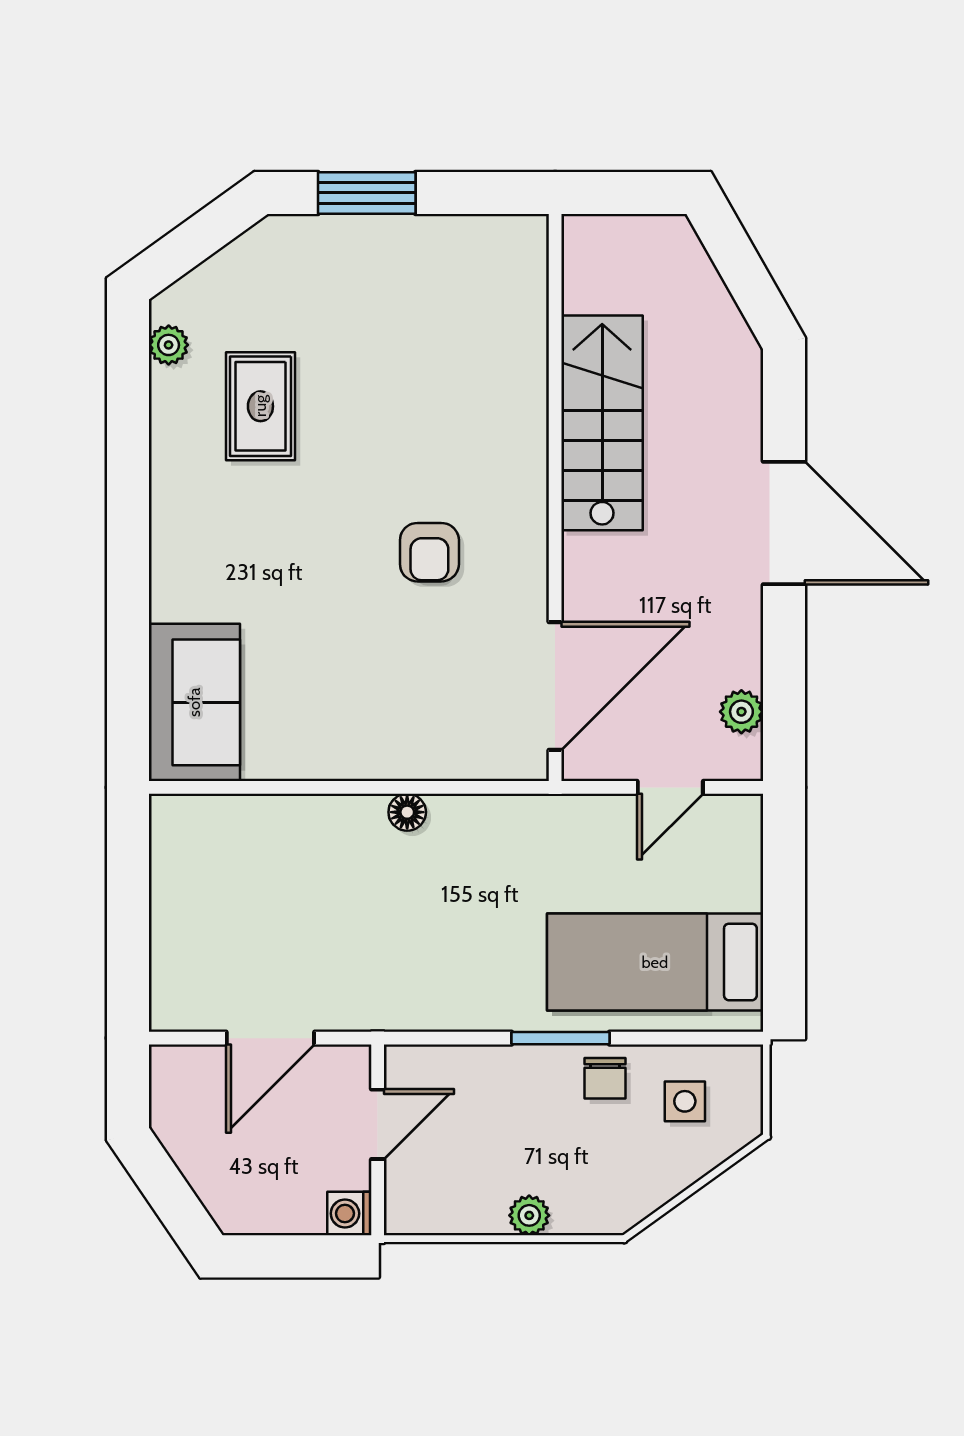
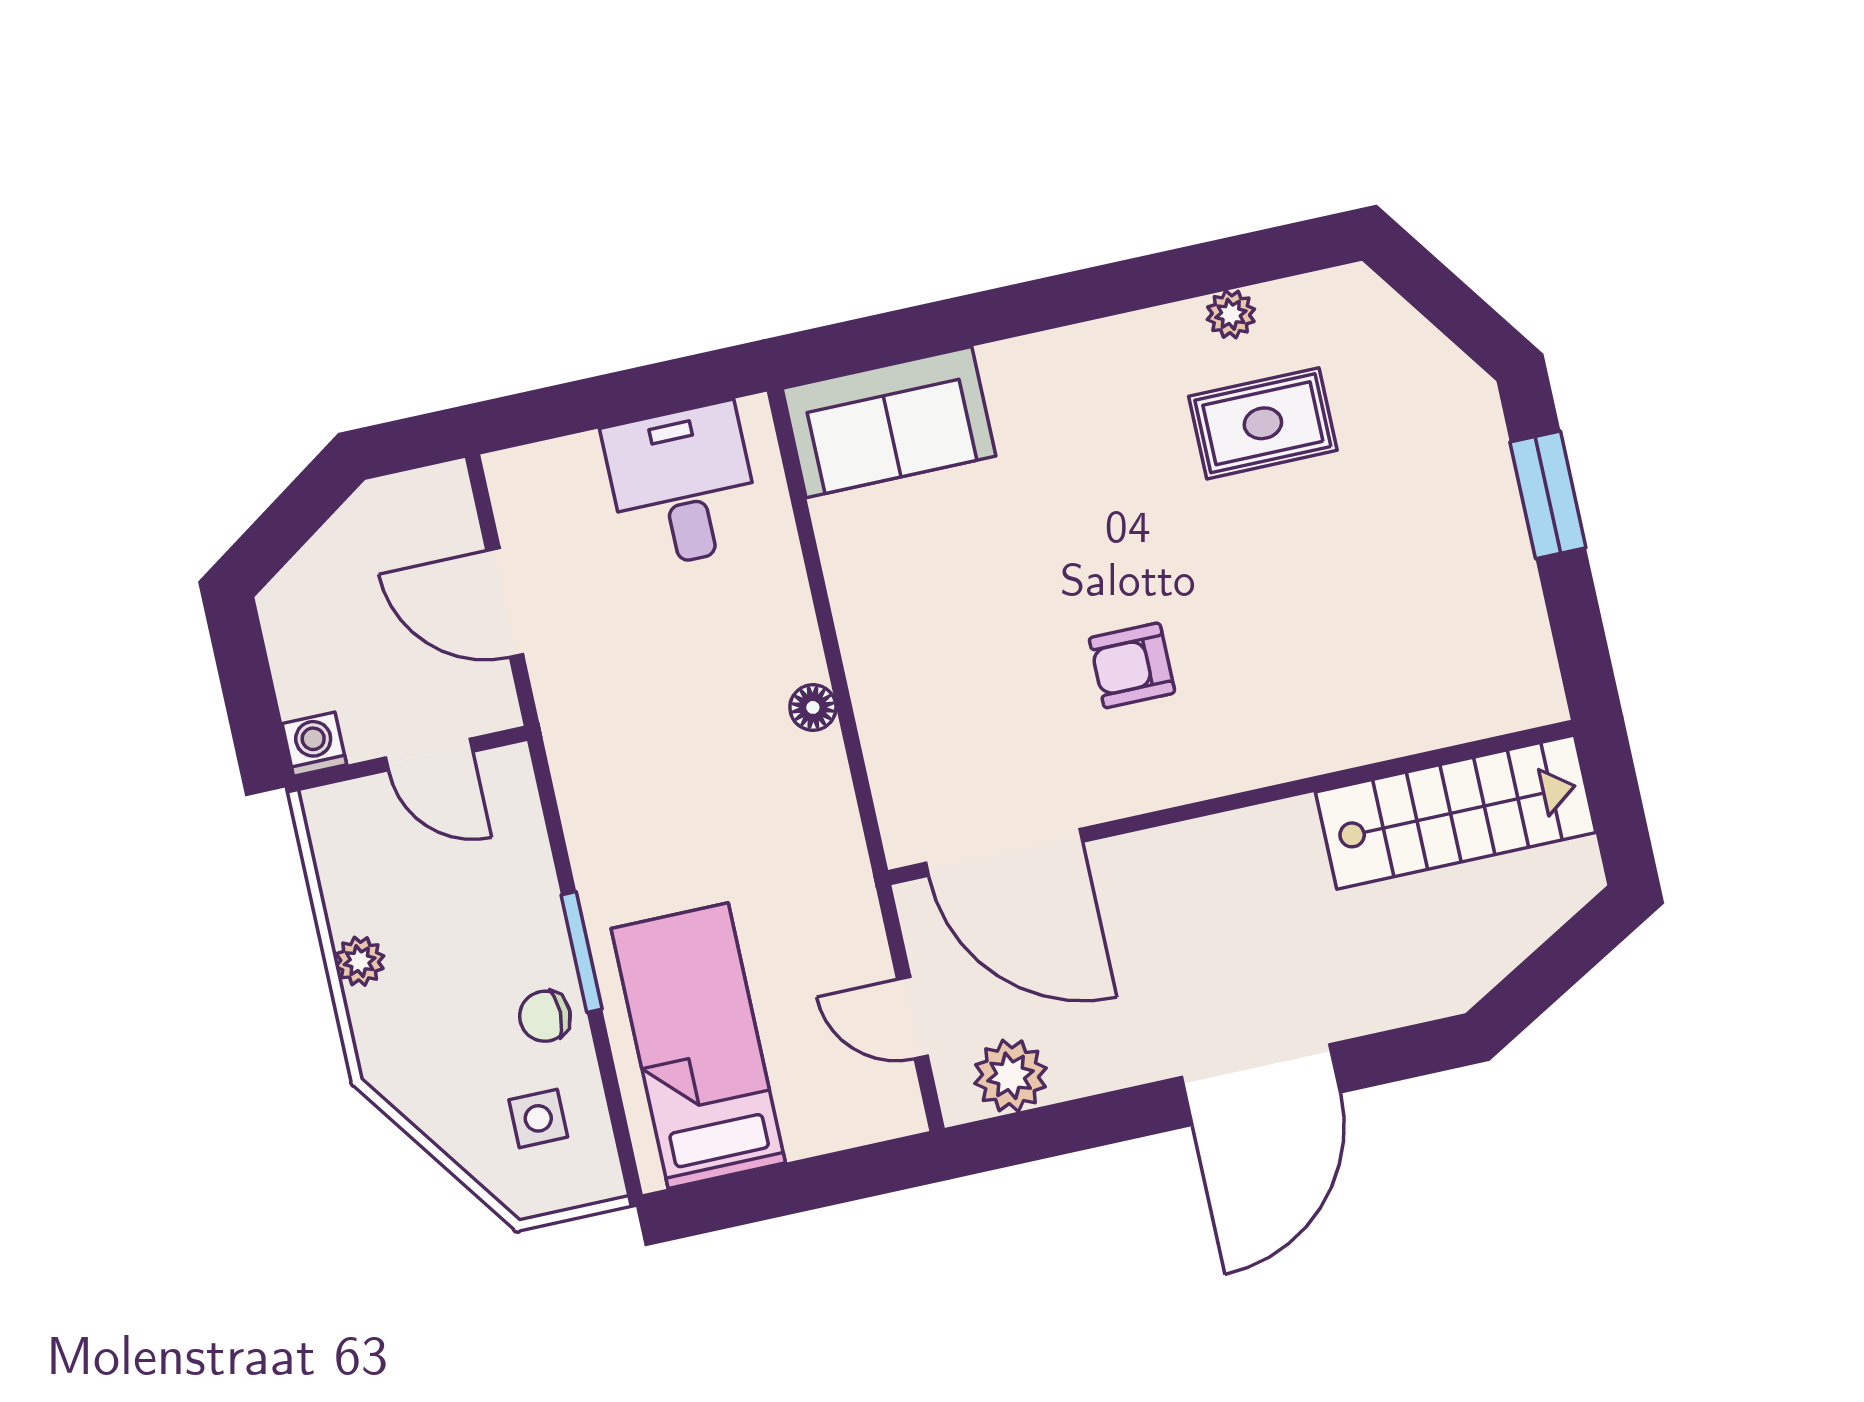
plant: (169, 345) -> (1231, 314), moved
stairs: (602, 423) -> (1456, 812), moved
plant: (741, 712) -> (1011, 1076), width x1.38, depth x1.38
desk: (209, 877) -> (682, 486), added

